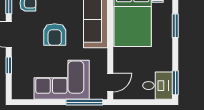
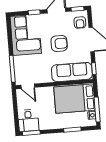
armchair: (55, 34) -> (59, 44), turned 180
corner sofa: (62, 80) -> (26, 35), moved

